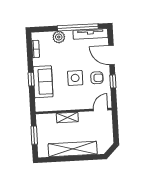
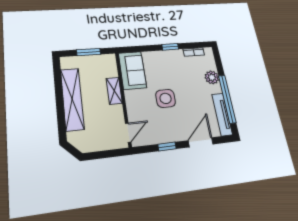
armchair: (97, 78) -> (169, 125), removed
window: (31, 79) -> (170, 47), moved
sofa: (43, 82) -> (132, 70), moved, turned -90
door: (101, 110) -> (128, 133), hinge flipped

